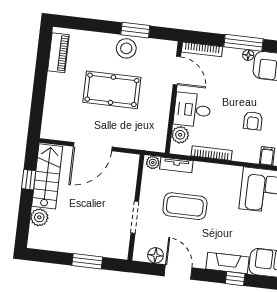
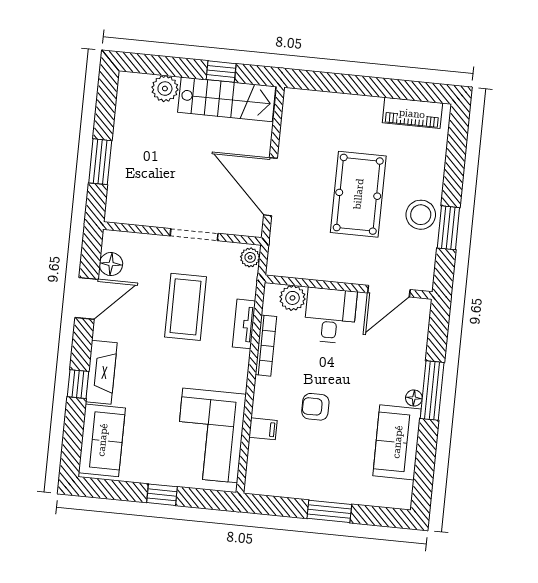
bookcase: (202, 49) -> (421, 328), removed
door: (93, 147) -> (270, 187), moved
tv unit: (176, 165) -> (244, 324), moved
doorway: (135, 217) -> (194, 235), moved

